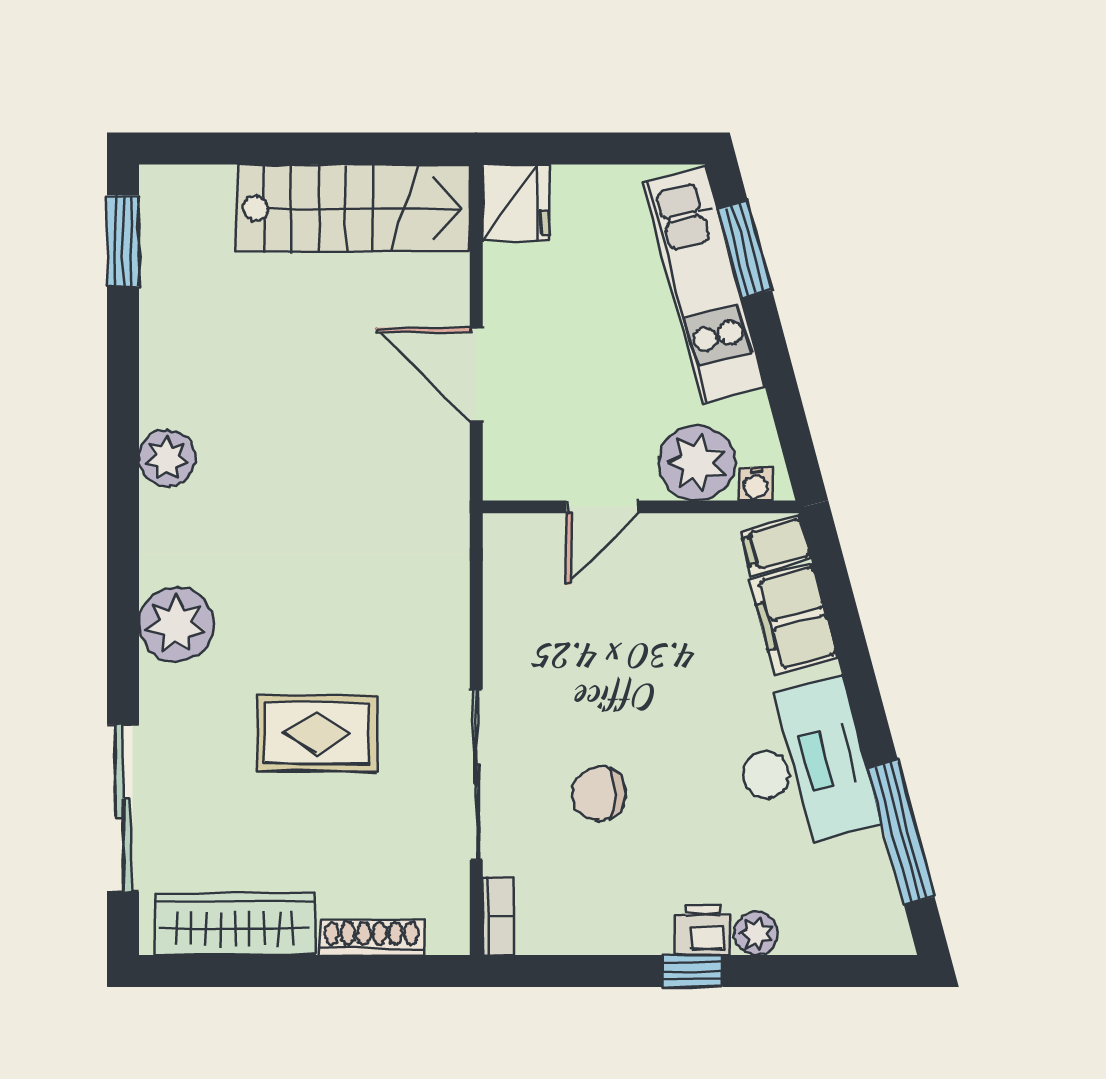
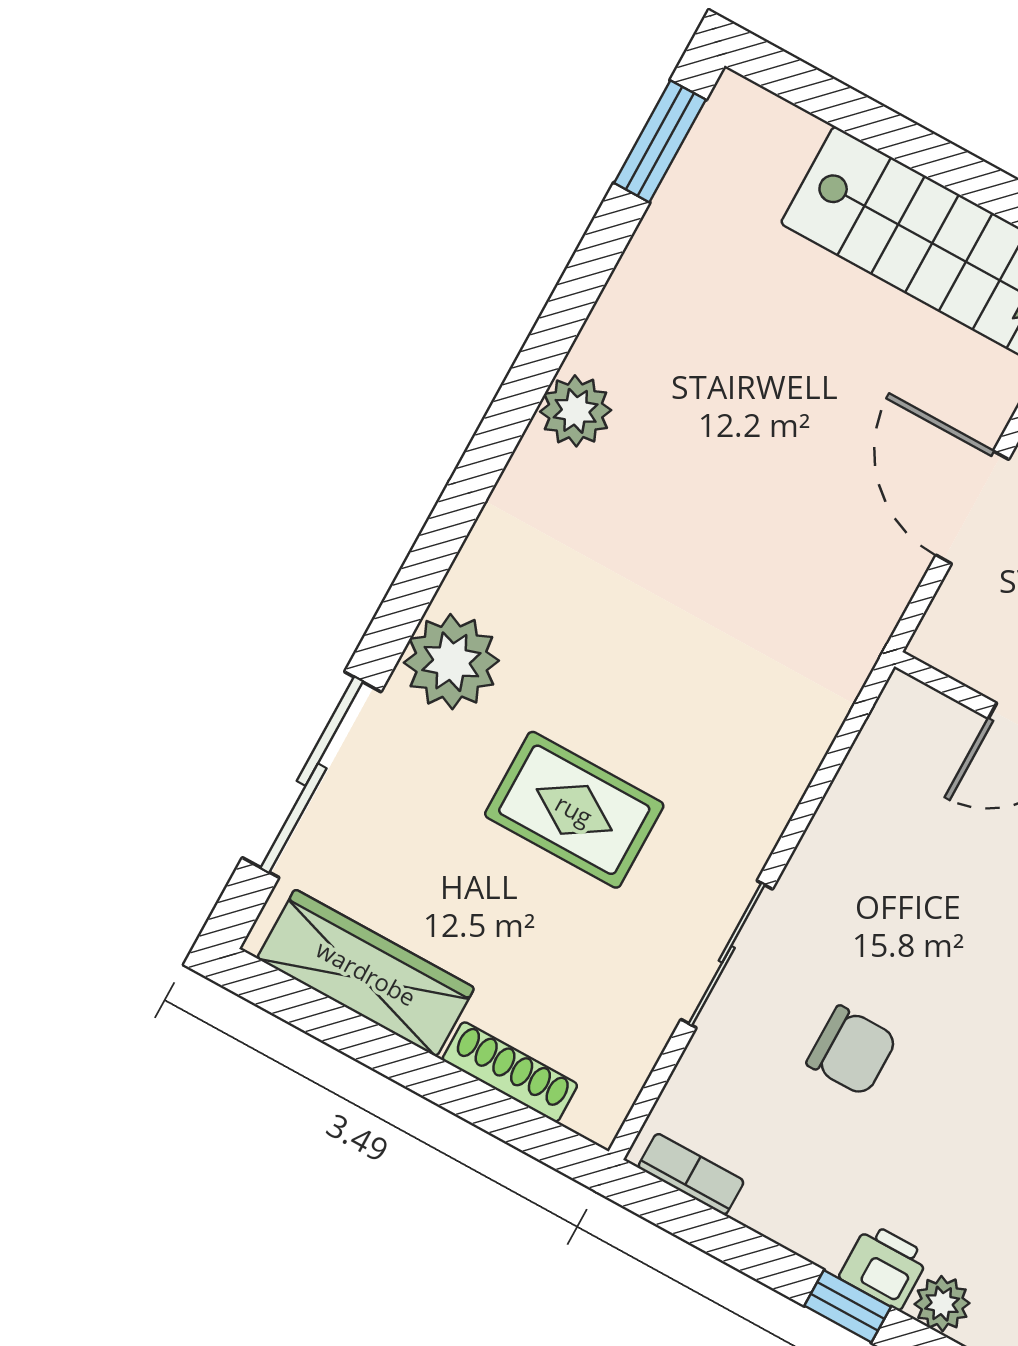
plant: (176, 624) -> (451, 662), moved
sliding door: (476, 775) -> (727, 954), width x0.73
chair: (599, 794) -> (852, 1051), turned 180
bookcase: (498, 916) -> (691, 1174), moved, turned -90

